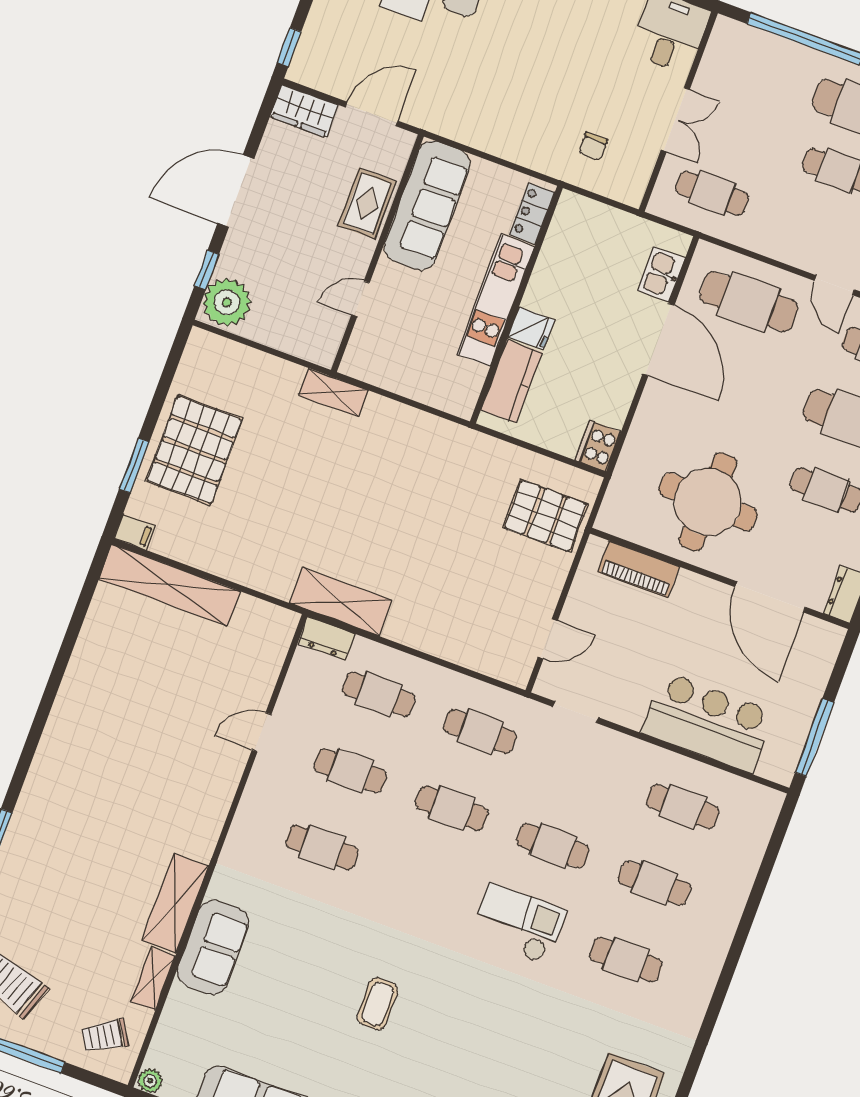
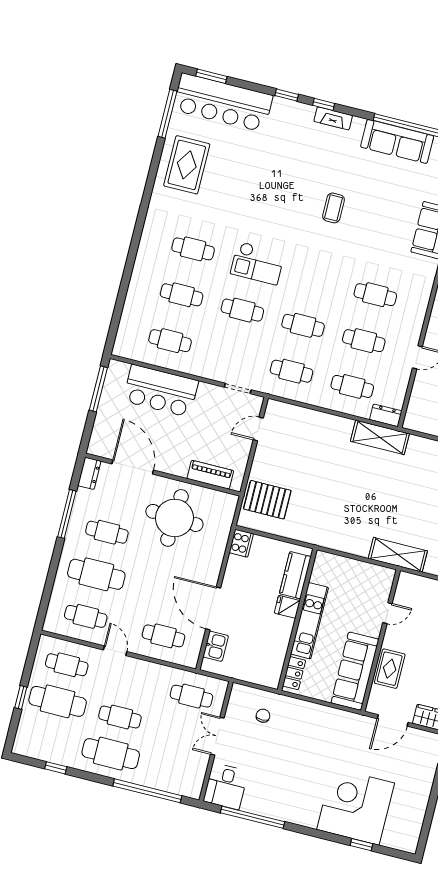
cafe table: (749, 302) -> (164, 636), width x0.73, depth x0.74
shelving: (333, 393) -> (398, 555), width x1.50, depth x1.33

